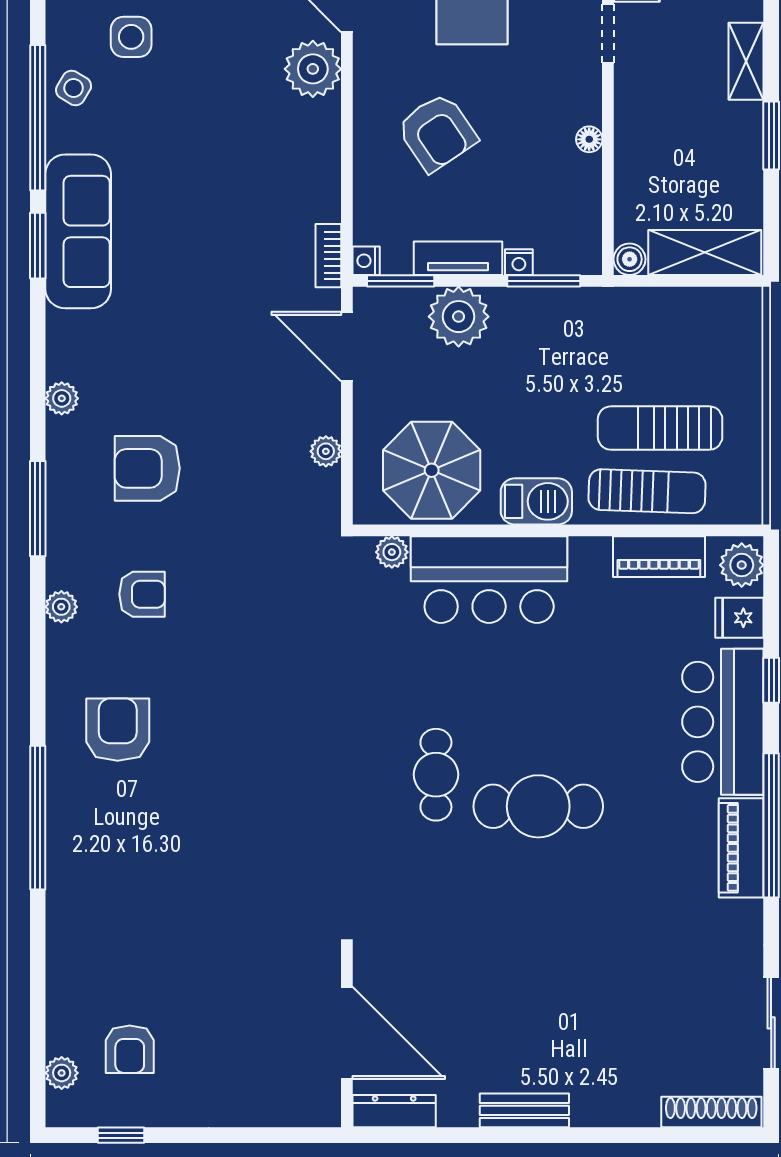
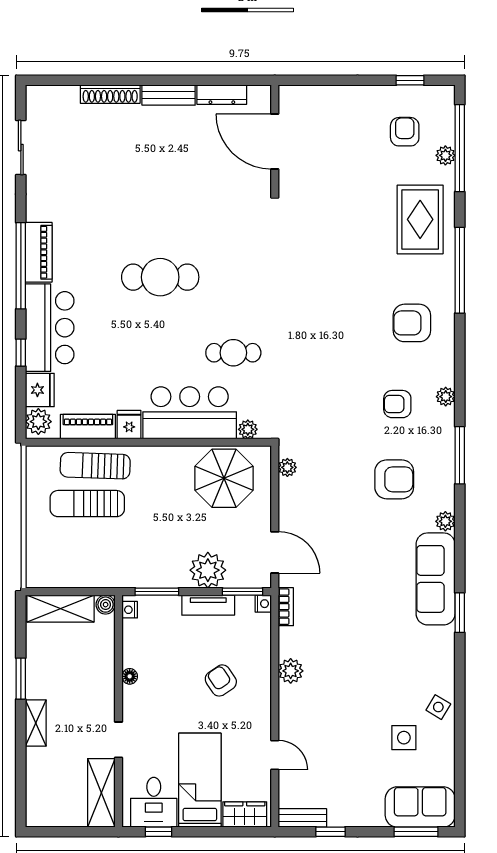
plant: (313, 69) -> (291, 671), moved, width x0.73, depth x0.73
window: (38, 118) -> (460, 148), moved
armchair: (437, 132) -> (221, 680), width x0.72, depth x0.72
sofa: (78, 231) -> (436, 579), moved
nightstand: (519, 262) -> (130, 610), moved, turned -90
sun lounger: (660, 428) -> (87, 504), turned 180
plant: (326, 451) -> (287, 467), moved
barbecue: (536, 501) -> (161, 460), removed
fridge: (590, 560) -> (129, 425), added
fridge: (739, 618) -> (40, 390), width x1.38
armchair: (118, 730) -> (412, 323), turned 90
cafe table: (436, 775) -> (233, 353), moved, turned 90
rug: (104, 903) -> (420, 219), added
plant: (62, 1073) -> (445, 155), moved
dresser: (394, 1111) -> (222, 95), moved
shoe rack: (711, 1112) -> (110, 94), moved

